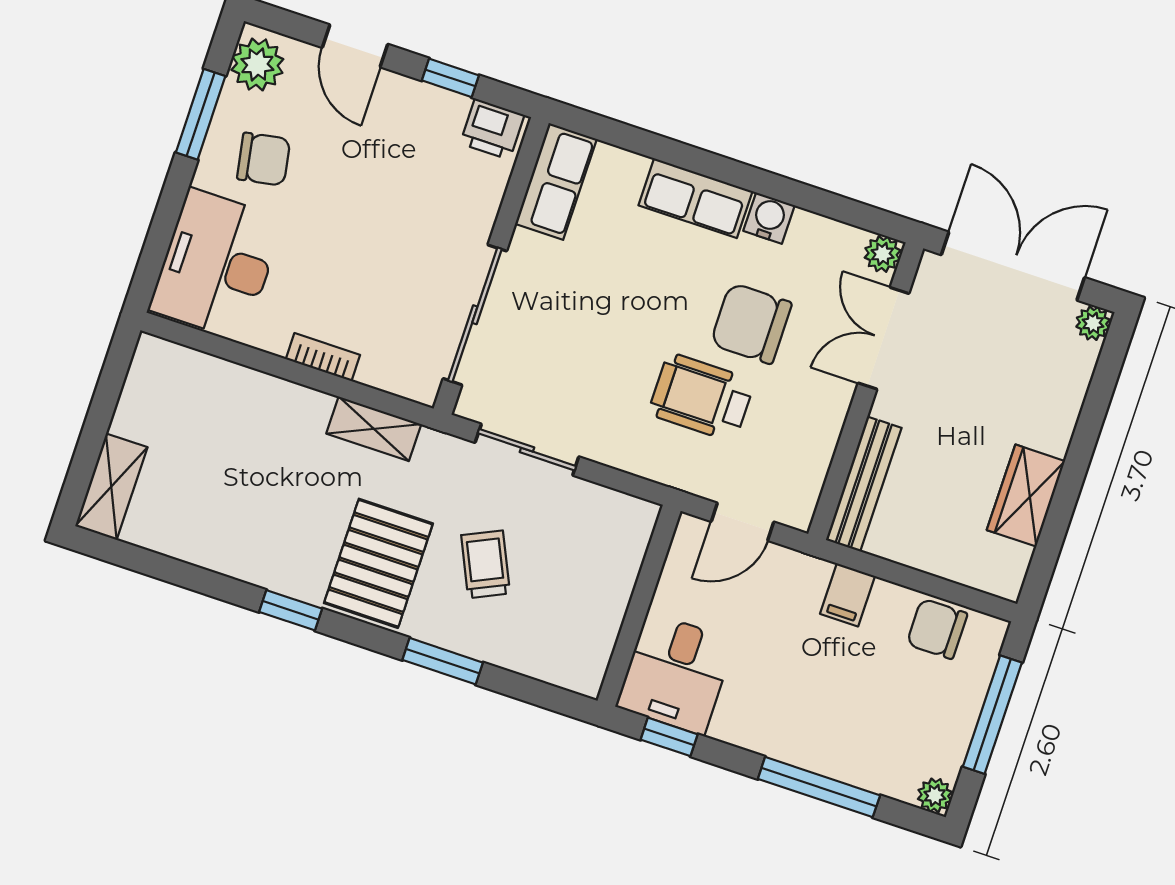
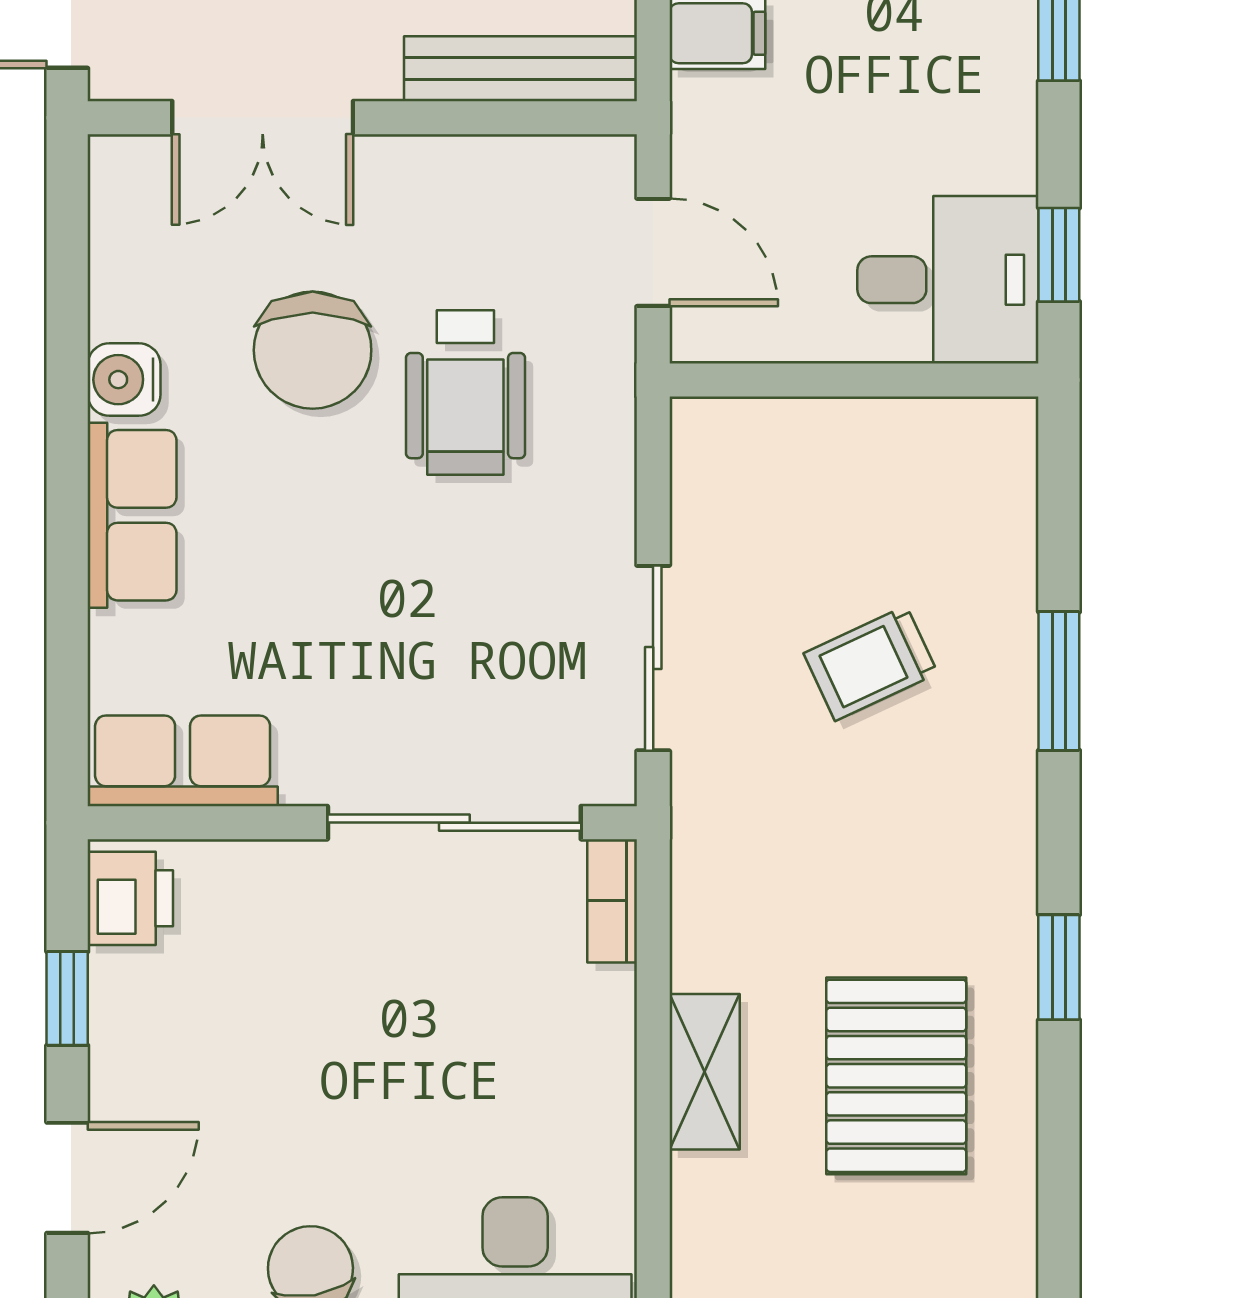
plant: (883, 254) -> (120, 167), removed
bookcase: (323, 357) -> (612, 901), moved
shelving: (374, 429) -> (705, 1072), moved
pallet: (378, 563) -> (896, 1076), moved, turned 90

